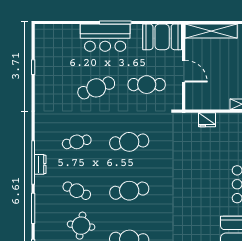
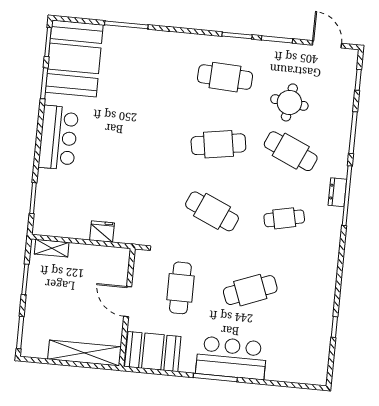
cafe table: (147, 85) -> (180, 288), turned 90
cafe table: (129, 142) -> (212, 211), turned 30
cafe table: (77, 191) -> (291, 151), width x1.37, depth x1.35

